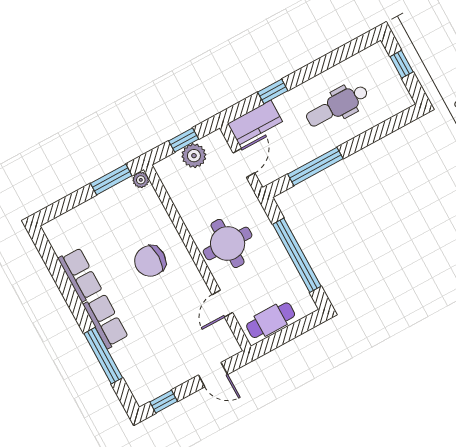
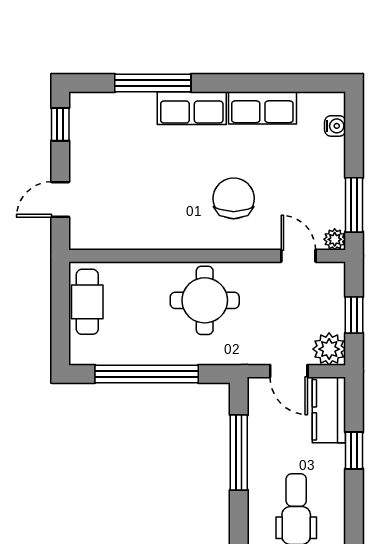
plant: (194, 156) -> (329, 349), moved
water cooler: (66, 220) -> (335, 126), added
door: (222, 304) -> (298, 256), moved

